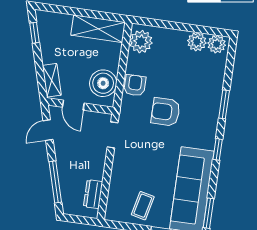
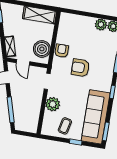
plant: (141, 42) -> (53, 104), moved
dresser: (93, 194) -> (34, 118), removed

